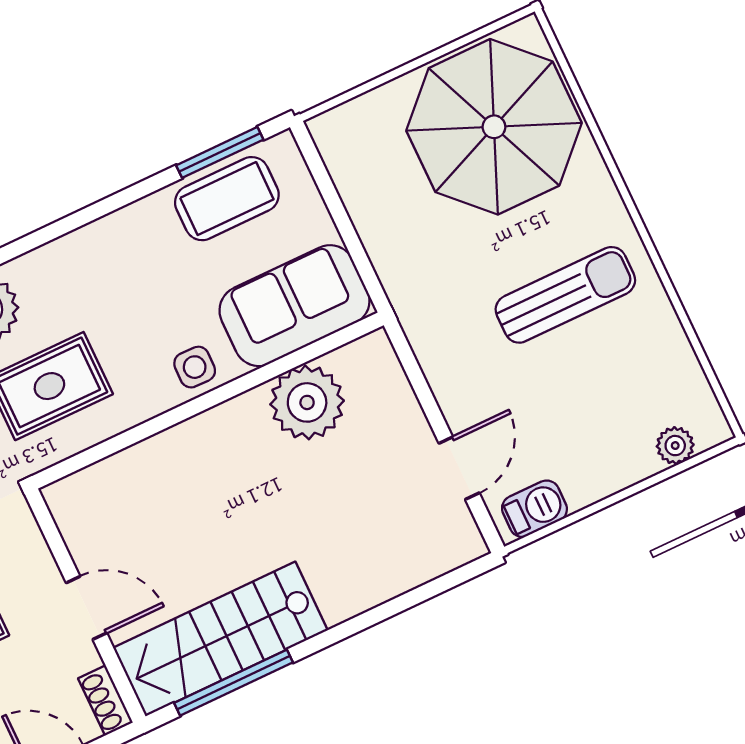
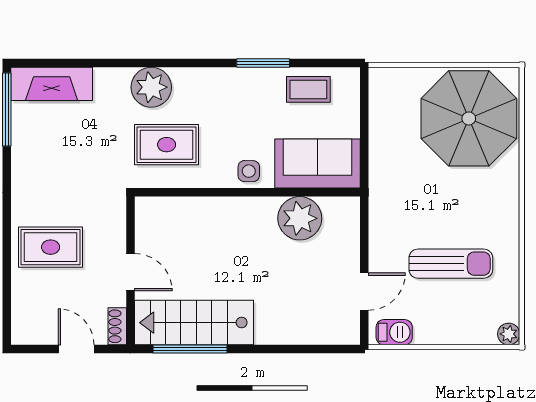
window: (220, 152) -> (263, 63), moved
coffee table: (227, 199) -> (308, 89), width x0.73, depth x0.77
sun lounger: (565, 295) -> (451, 264), moved
plant: (675, 446) -> (509, 334), moved

